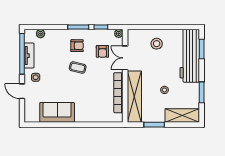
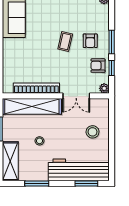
armchair: (102, 51) -> (98, 66), moved
double door: (125, 58) -> (76, 96), swing flipped

